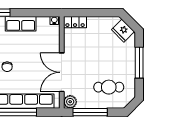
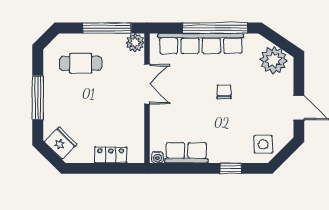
locker: (75, 22) -> (111, 155), moved
row of seats: (21, 24) -> (186, 153), moved
double door: (62, 72) -> (147, 84), width x0.73

